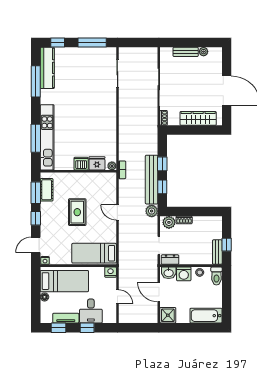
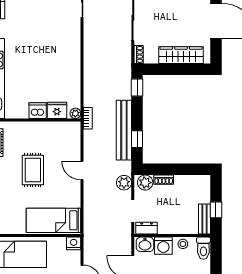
window: (162, 164) -> (137, 87), moved
plant: (152, 211) -> (124, 183), moved

